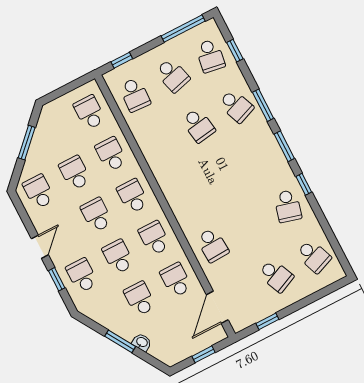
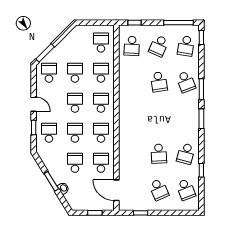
window: (235, 51) -> (201, 38), moved
school desk: (173, 75) -> (159, 46), turned 39
window: (27, 143) -> (45, 53), moved
window: (304, 184) -> (201, 170), moved
school desk: (212, 245) -> (159, 154), moved
door: (40, 247) -> (34, 104), hinge flipped
door: (217, 307) -> (116, 190), hinge flipped

